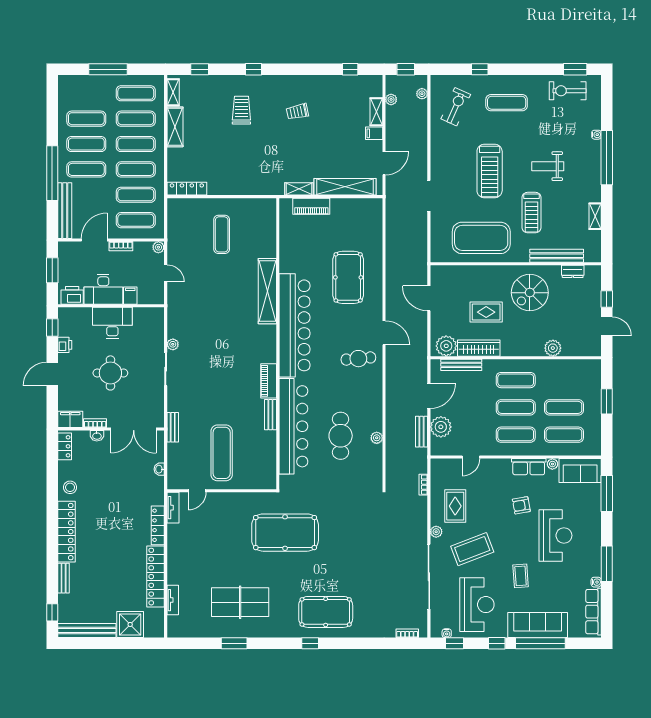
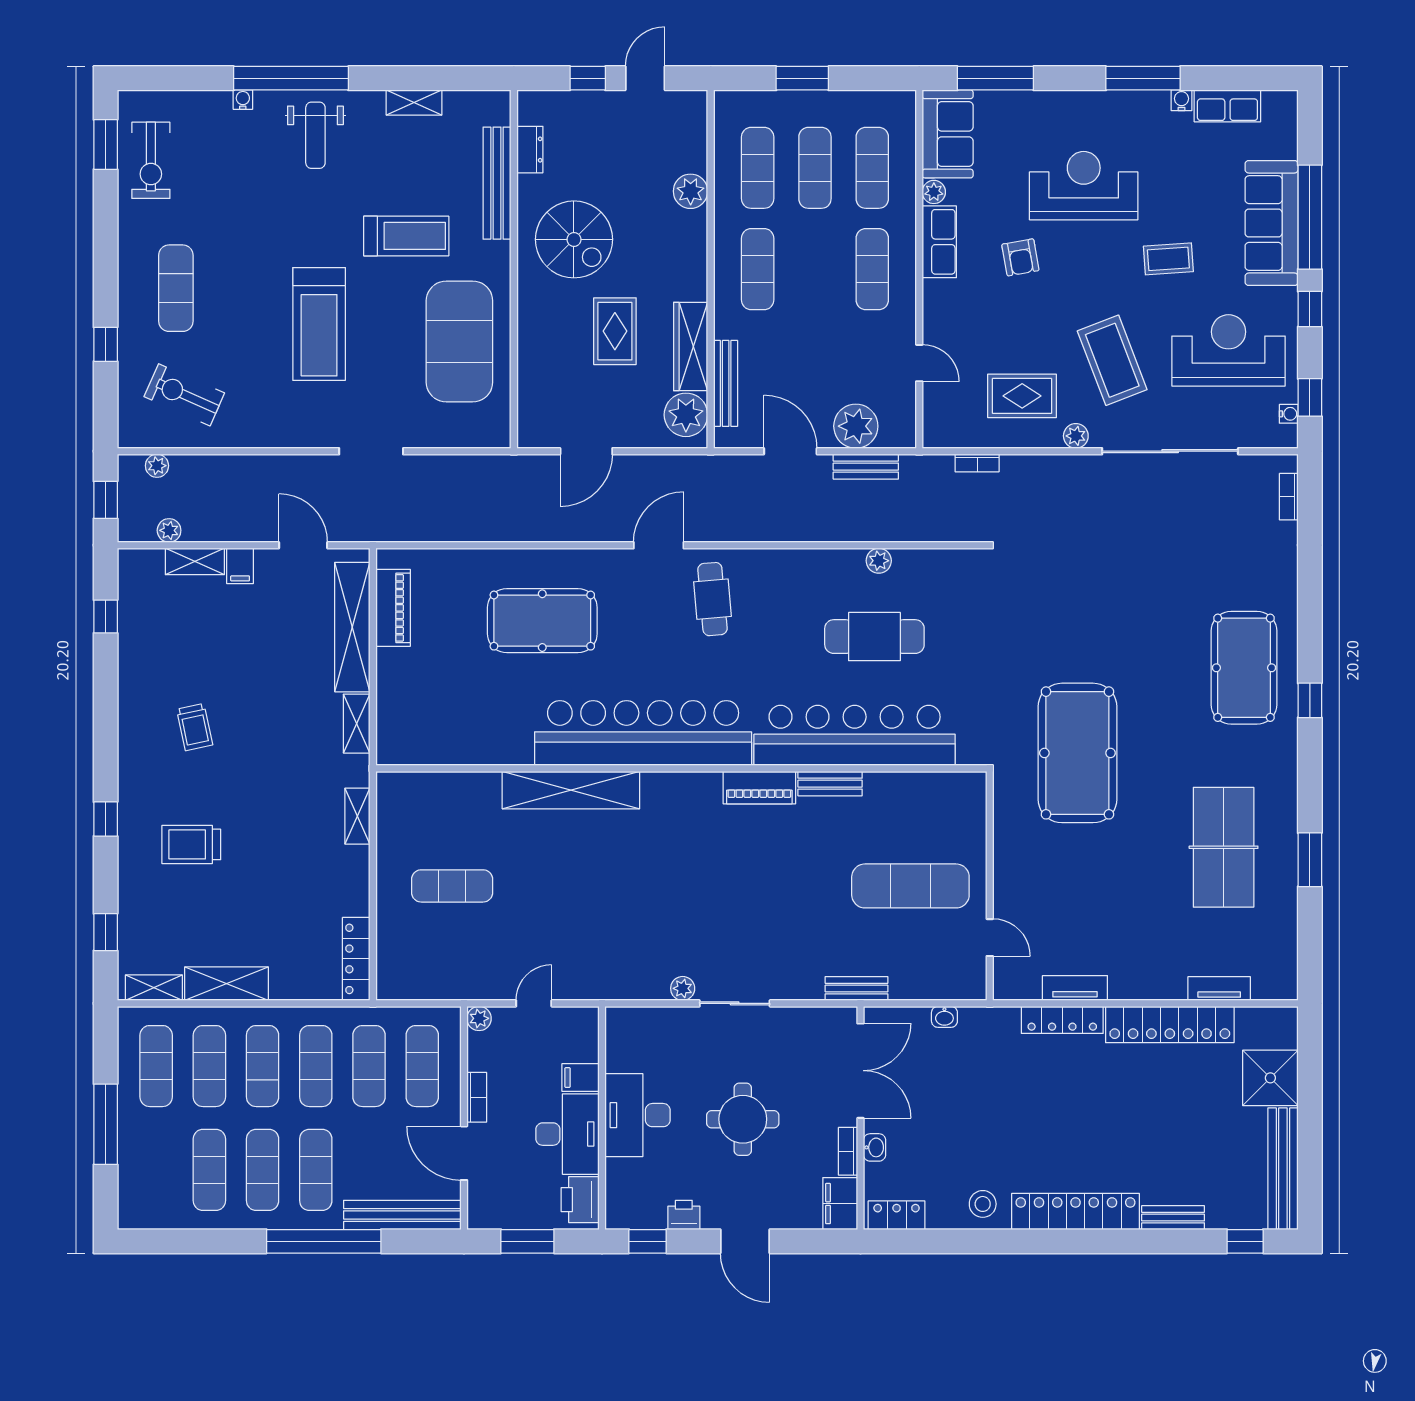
weight bench: (548, 166) -> (315, 135), moved
treadmill: (490, 171) -> (319, 324), turned 90
shelving: (255, 189) -> (357, 816), added
piano: (311, 206) -> (393, 608), moved
exercise mat: (516, 407) -> (758, 168), moved
tv unit: (173, 508) -> (1075, 988), moved
row of seats: (594, 612) -> (1227, 106), width x0.68

